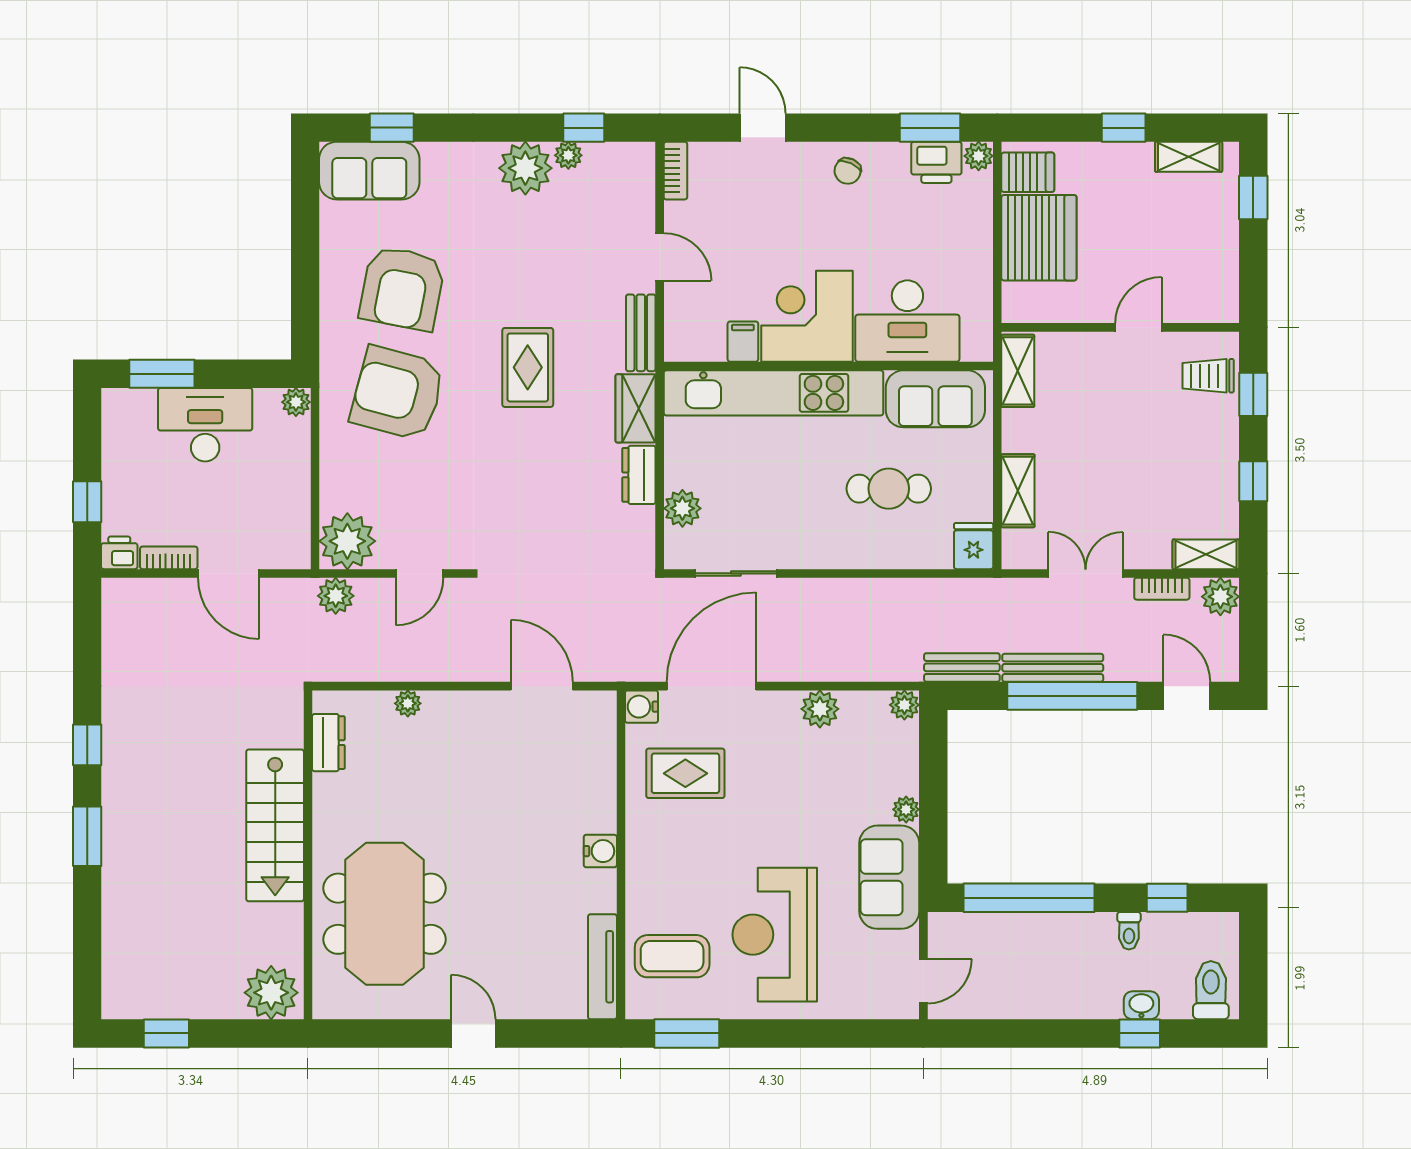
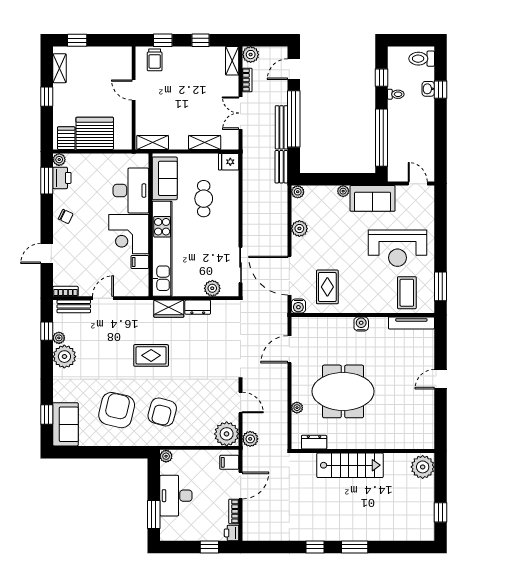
armchair: (402, 288) -> (117, 410), turned -88
bench: (641, 333) -> (74, 306), moved
armchair: (398, 393) -> (162, 412), width x0.73, depth x0.73
filing cabinet: (282, 548) -> (229, 462), added
meeting table: (384, 914) -> (343, 391), moved

